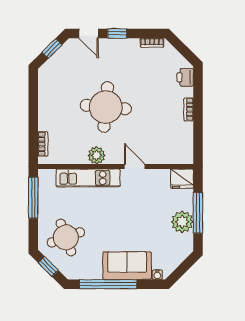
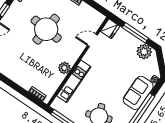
round table: (106, 107) -> (46, 29), moved
door: (135, 167) -> (92, 40), moved
plant: (182, 222) -> (144, 52), moved

